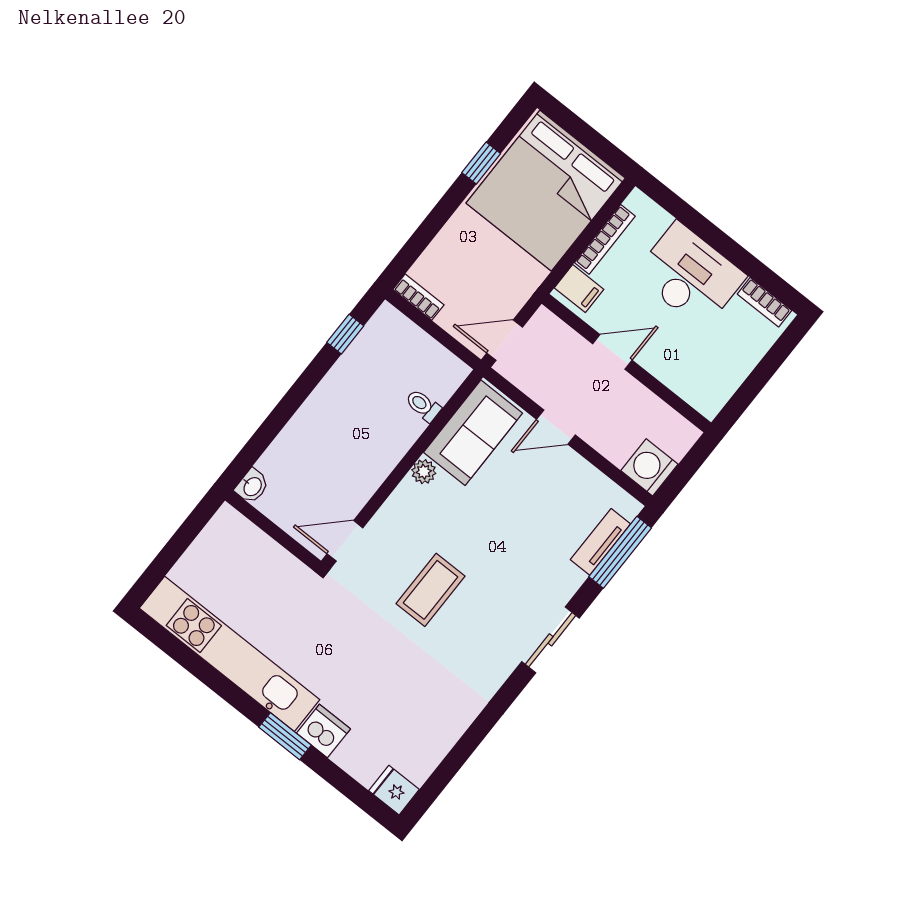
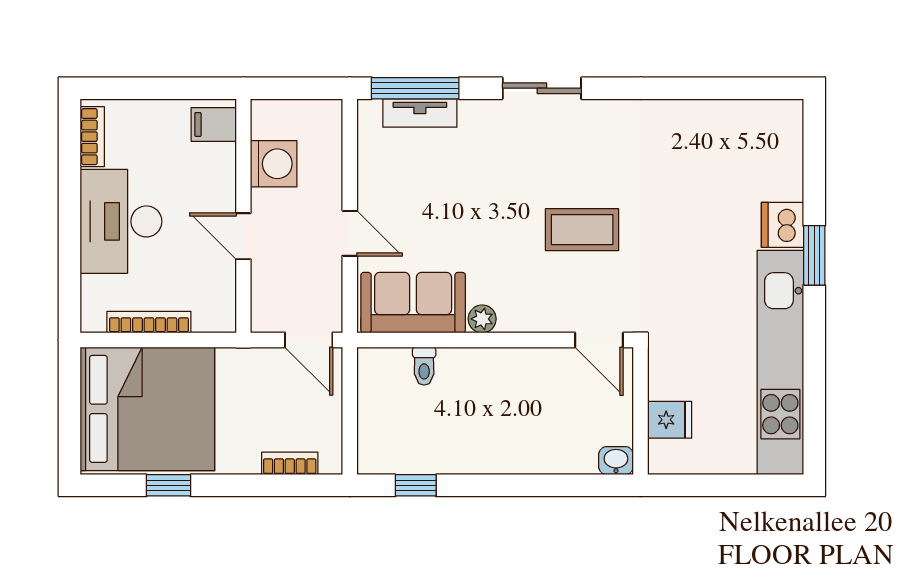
filing cabinet: (579, 289) -> (214, 124), moved, turned -90
bookcase: (418, 297) -> (290, 463), moved, turned 90
washing machine: (649, 467) -> (274, 164), moved, turned -90
fridge: (394, 790) -> (670, 420), moved, turned -90

